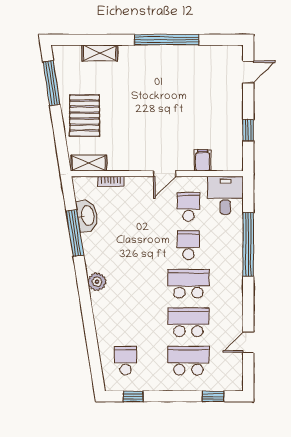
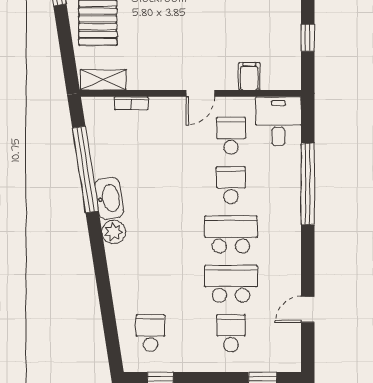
washbasin: (87, 216) -> (109, 198), moved
window: (75, 233) -> (85, 170), width x1.46
school desk: (188, 361) -> (231, 333), width x0.54

